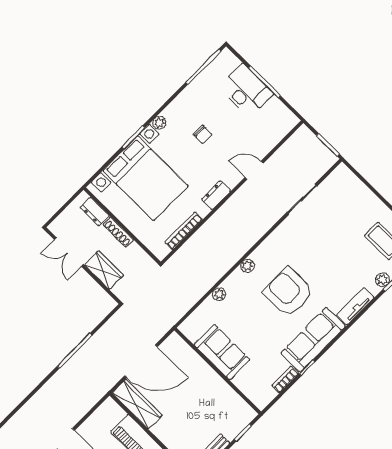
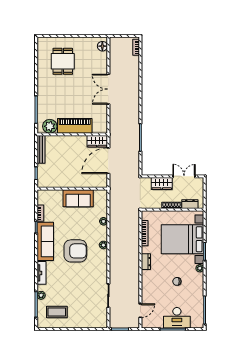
door: (254, 170) -> (140, 311), moved
wardrobe: (137, 404) -> (97, 141), width x0.67

